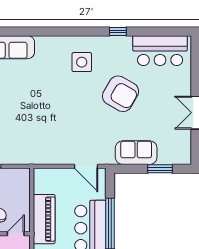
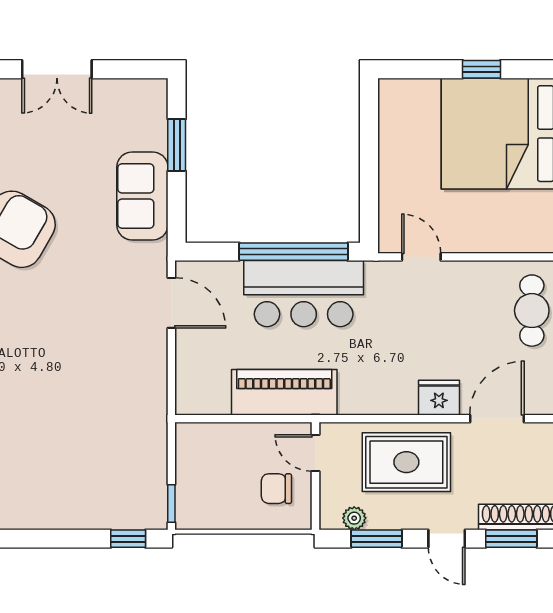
door: (86, 166) -> (171, 303), hinge flipped

